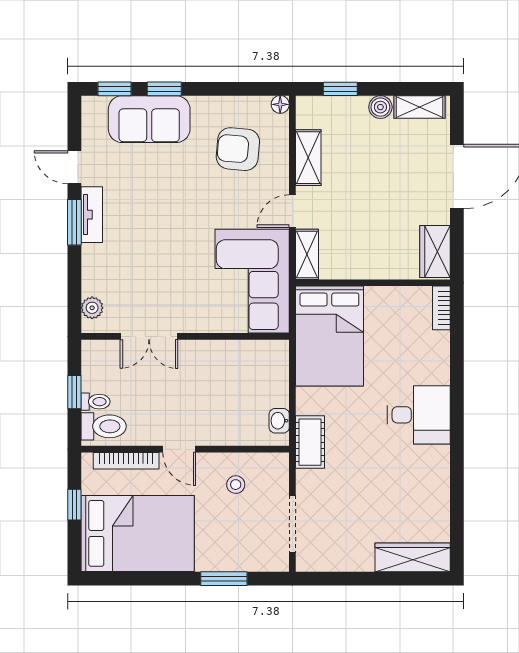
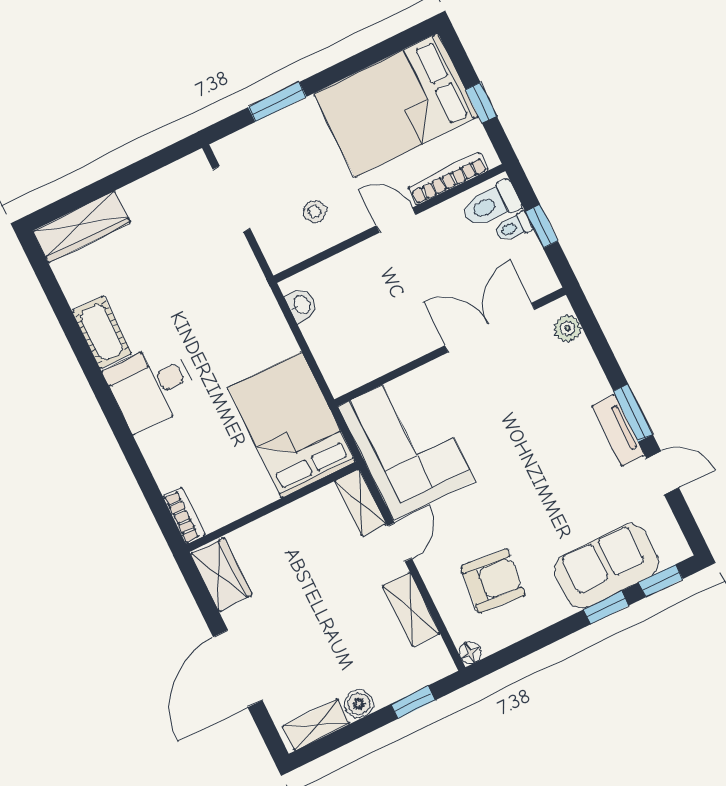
double door: (149, 336) -> (490, 328), width x1.37
cot: (310, 442) -> (102, 332), moved

